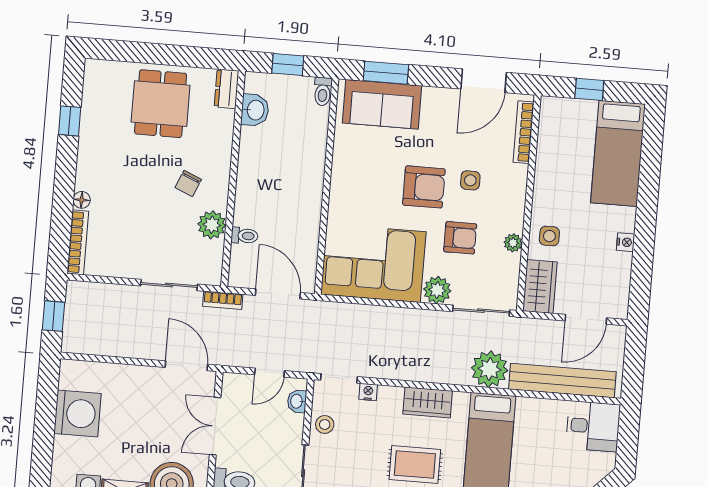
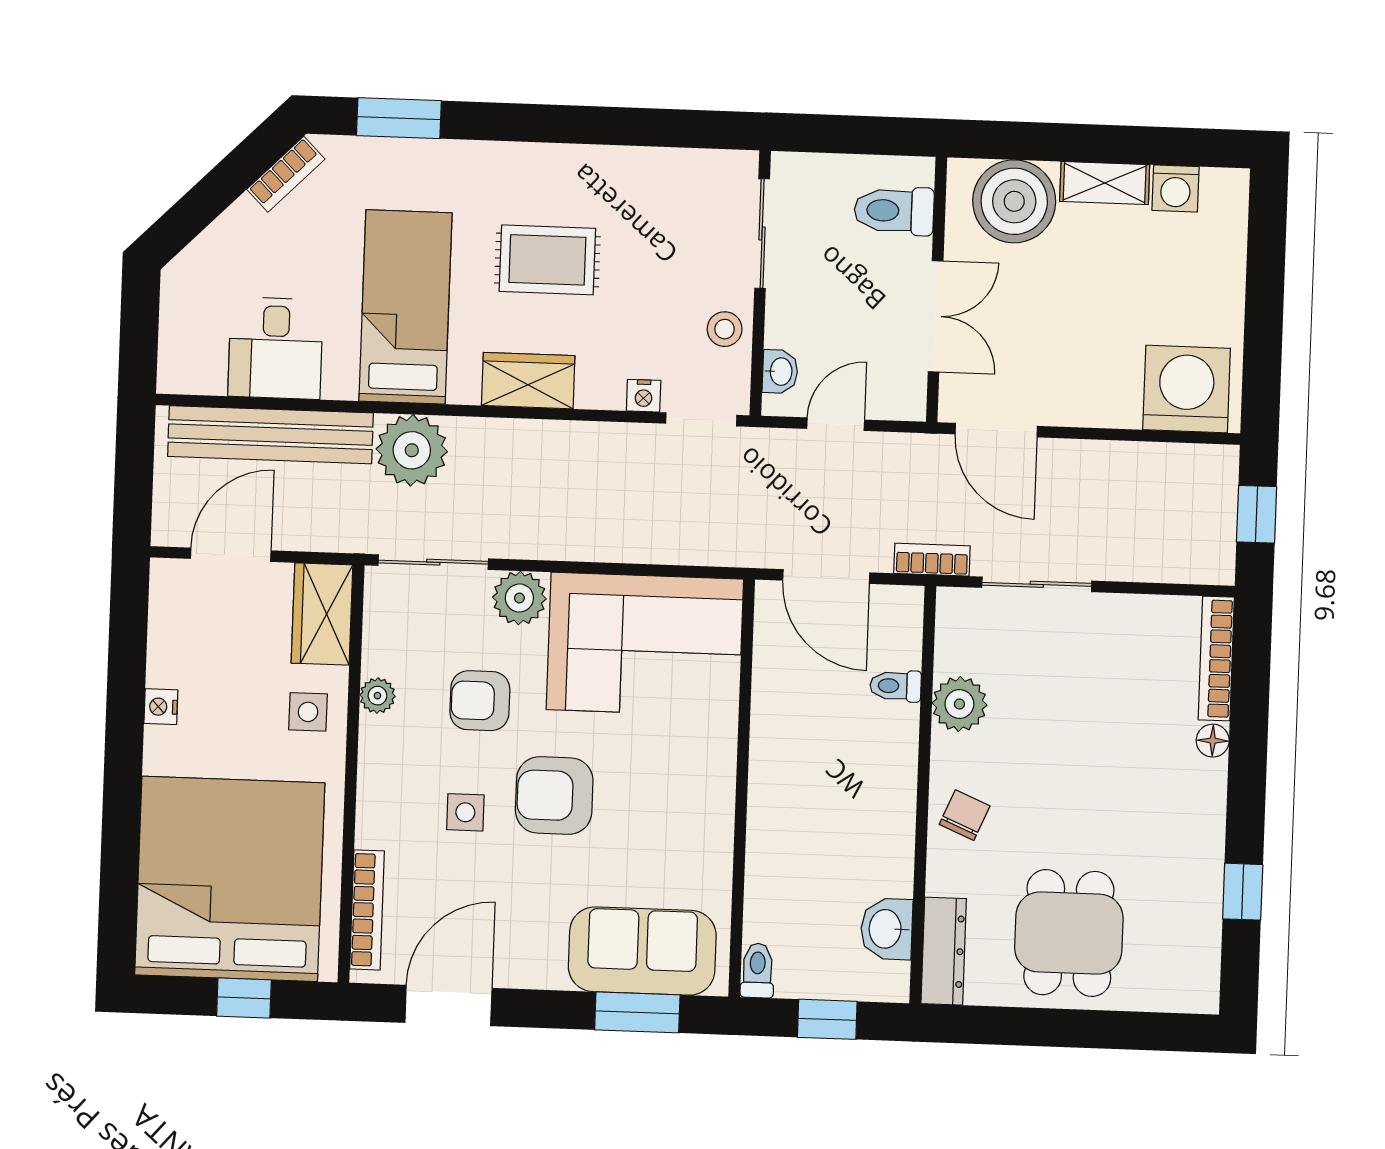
dresser: (227, 89) -> (944, 951), width x1.44
bed: (618, 153) -> (230, 879), width x2.04
chair: (188, 183) -> (965, 815), moved
washing machine: (77, 413) -> (1187, 389), moved, turned 90
desk: (593, 426) -> (276, 348), moved, turned -90

